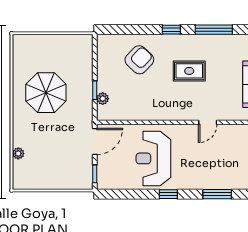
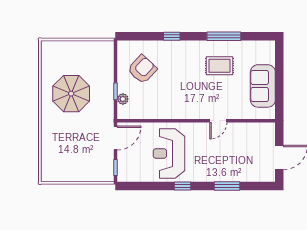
window: (171, 30) -> (172, 36), moved
armchair: (139, 60) -> (142, 69), moved
rug: (189, 71) -> (220, 66), moved
plant: (18, 153) -> (46, 149), removed

